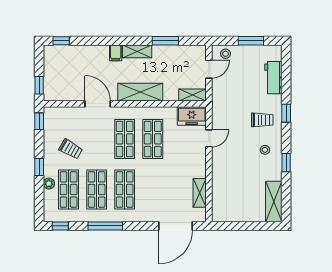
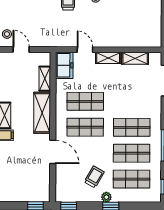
shelving: (192, 95) -> (45, 79), moved
door: (98, 104) -> (53, 152), swing flipped
shelving: (200, 164) -> (108, 58), added
plant: (49, 184) -> (106, 197), moved

